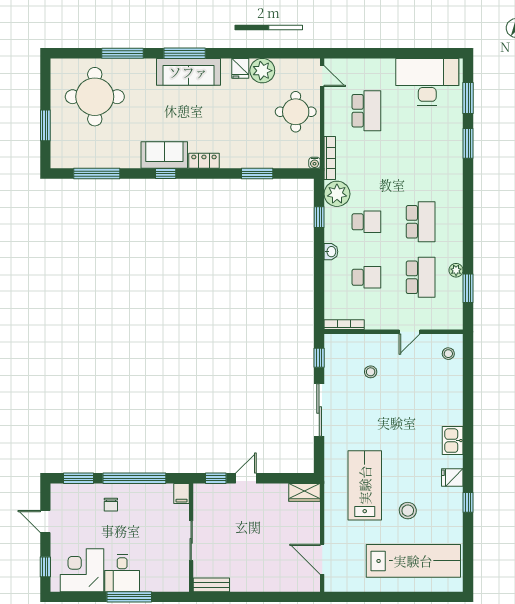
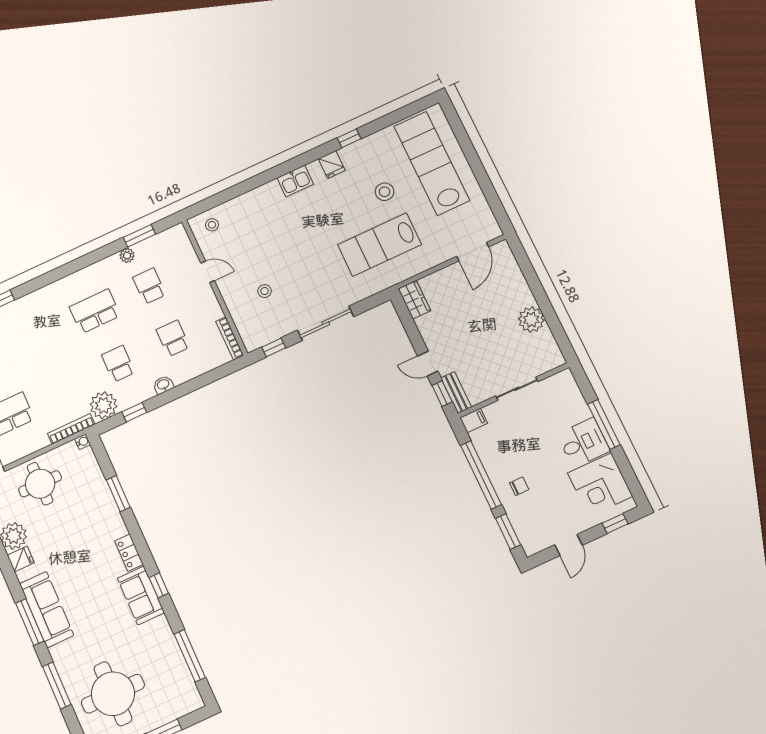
school desk: (421, 277) -> (149, 286), width x0.54
plant: (243, 580) -> (531, 320), added
bench: (211, 585) -> (456, 392), moved

